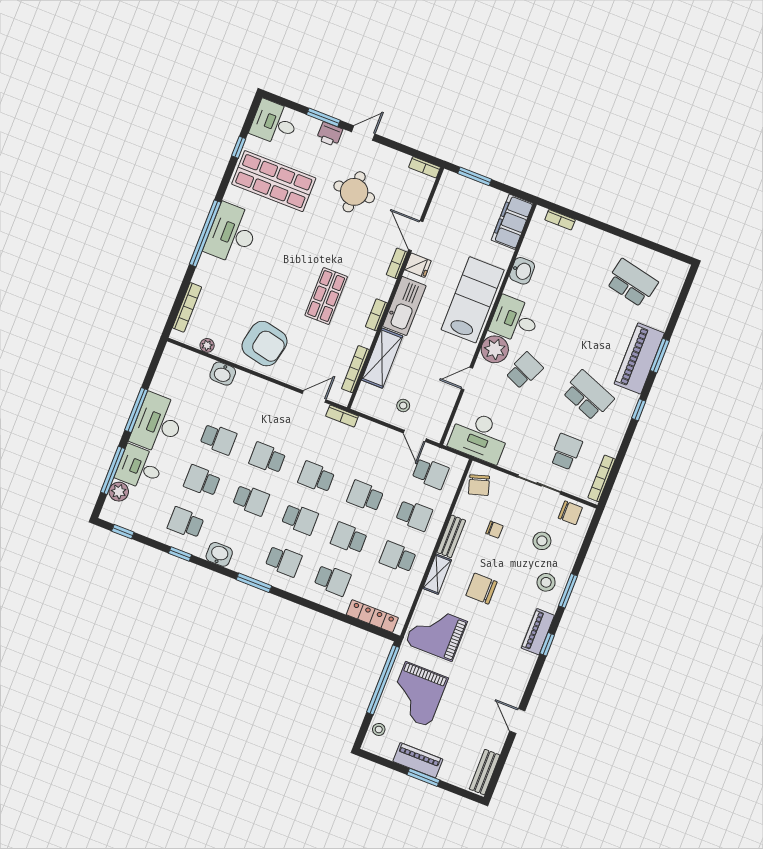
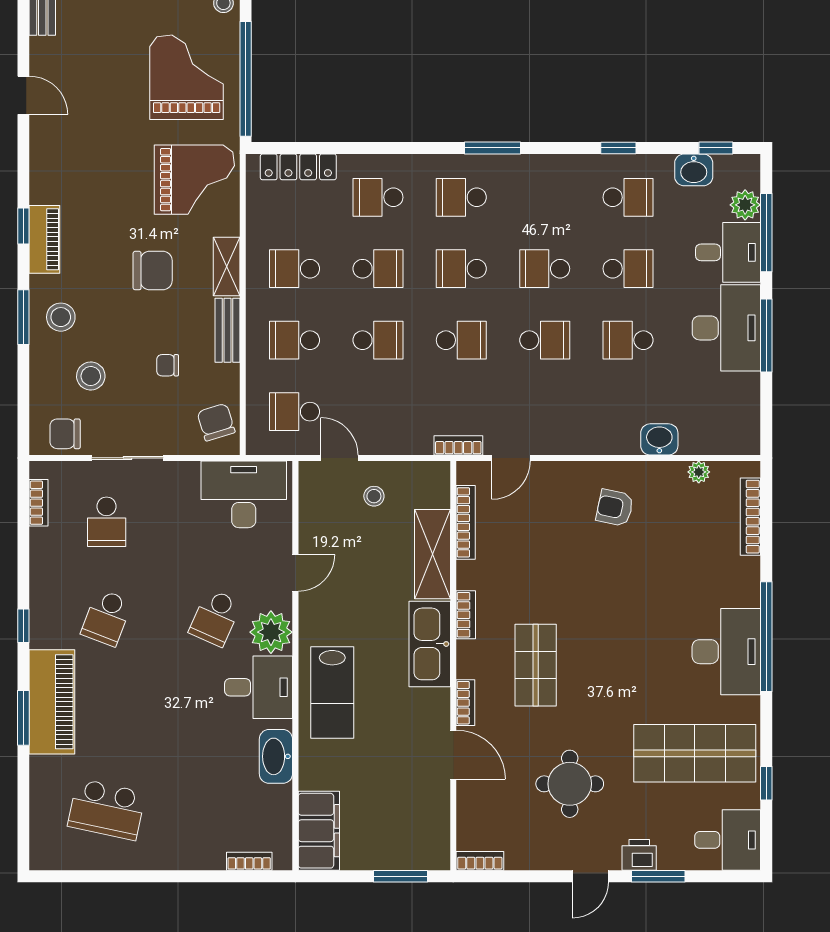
fridge: (418, 265) -> (433, 712), removed
washbasin: (522, 271) -> (276, 756), width x1.38
shop shelf: (326, 296) -> (536, 665), moved
lab bench: (473, 300) -> (332, 693), width x0.73, depth x0.72
armchair: (265, 344) -> (615, 508), width x0.53, depth x0.53
school desk: (588, 395) -> (107, 618), width x0.54
bookcase: (602, 478) -> (39, 503), width x0.64
washbasin: (219, 554) -> (694, 170), moved
school desk: (398, 557) -> (295, 269), turned 180

